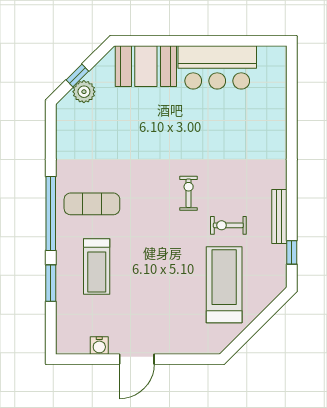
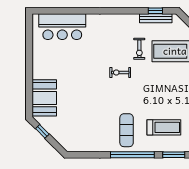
bar counter: (217, 67) -> (62, 27), moved, turned 90
window: (77, 75) -> (42, 131), moved
plant: (84, 92) -> (60, 135), removed
bench: (279, 216) -> (156, 18), moved

